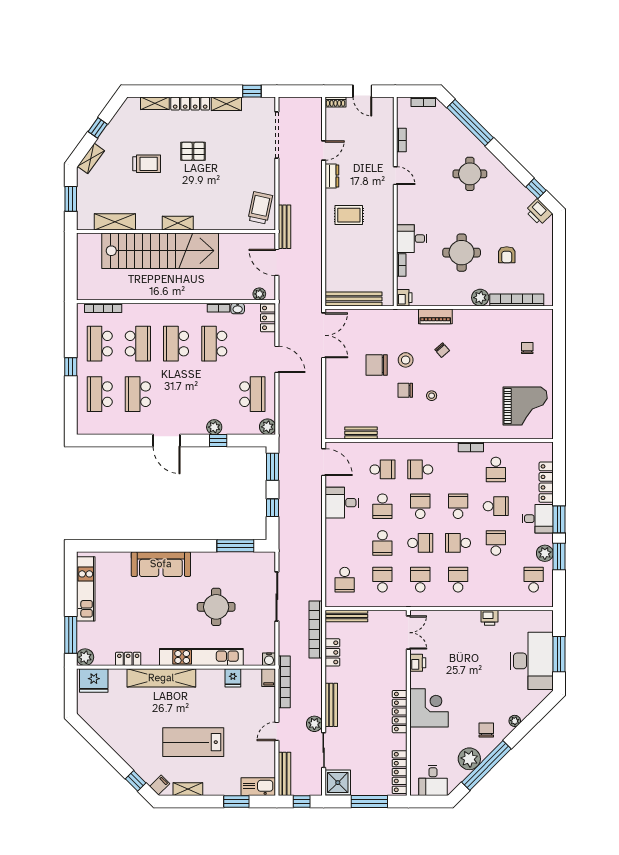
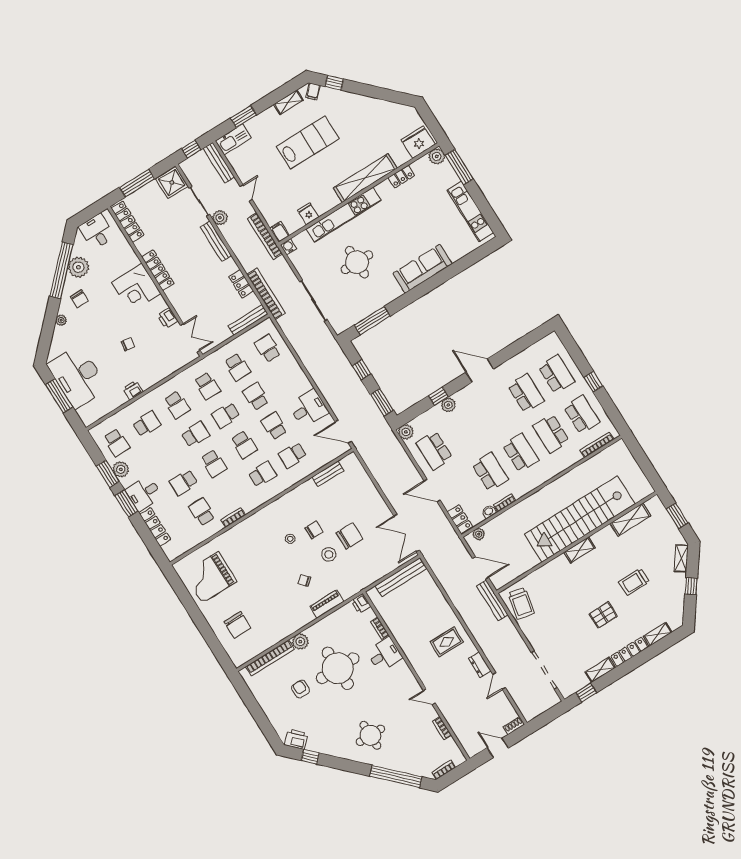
round table: (462, 253) -> (338, 668), width x1.36, depth x1.36
chair: (527, 348) -> (237, 625), width x1.87, depth x1.87
school desk: (496, 543) -> (147, 424), moved, turned -90
double door: (408, 633) -> (190, 338), swing flipped
chair: (468, 662) -> (128, 344), added

